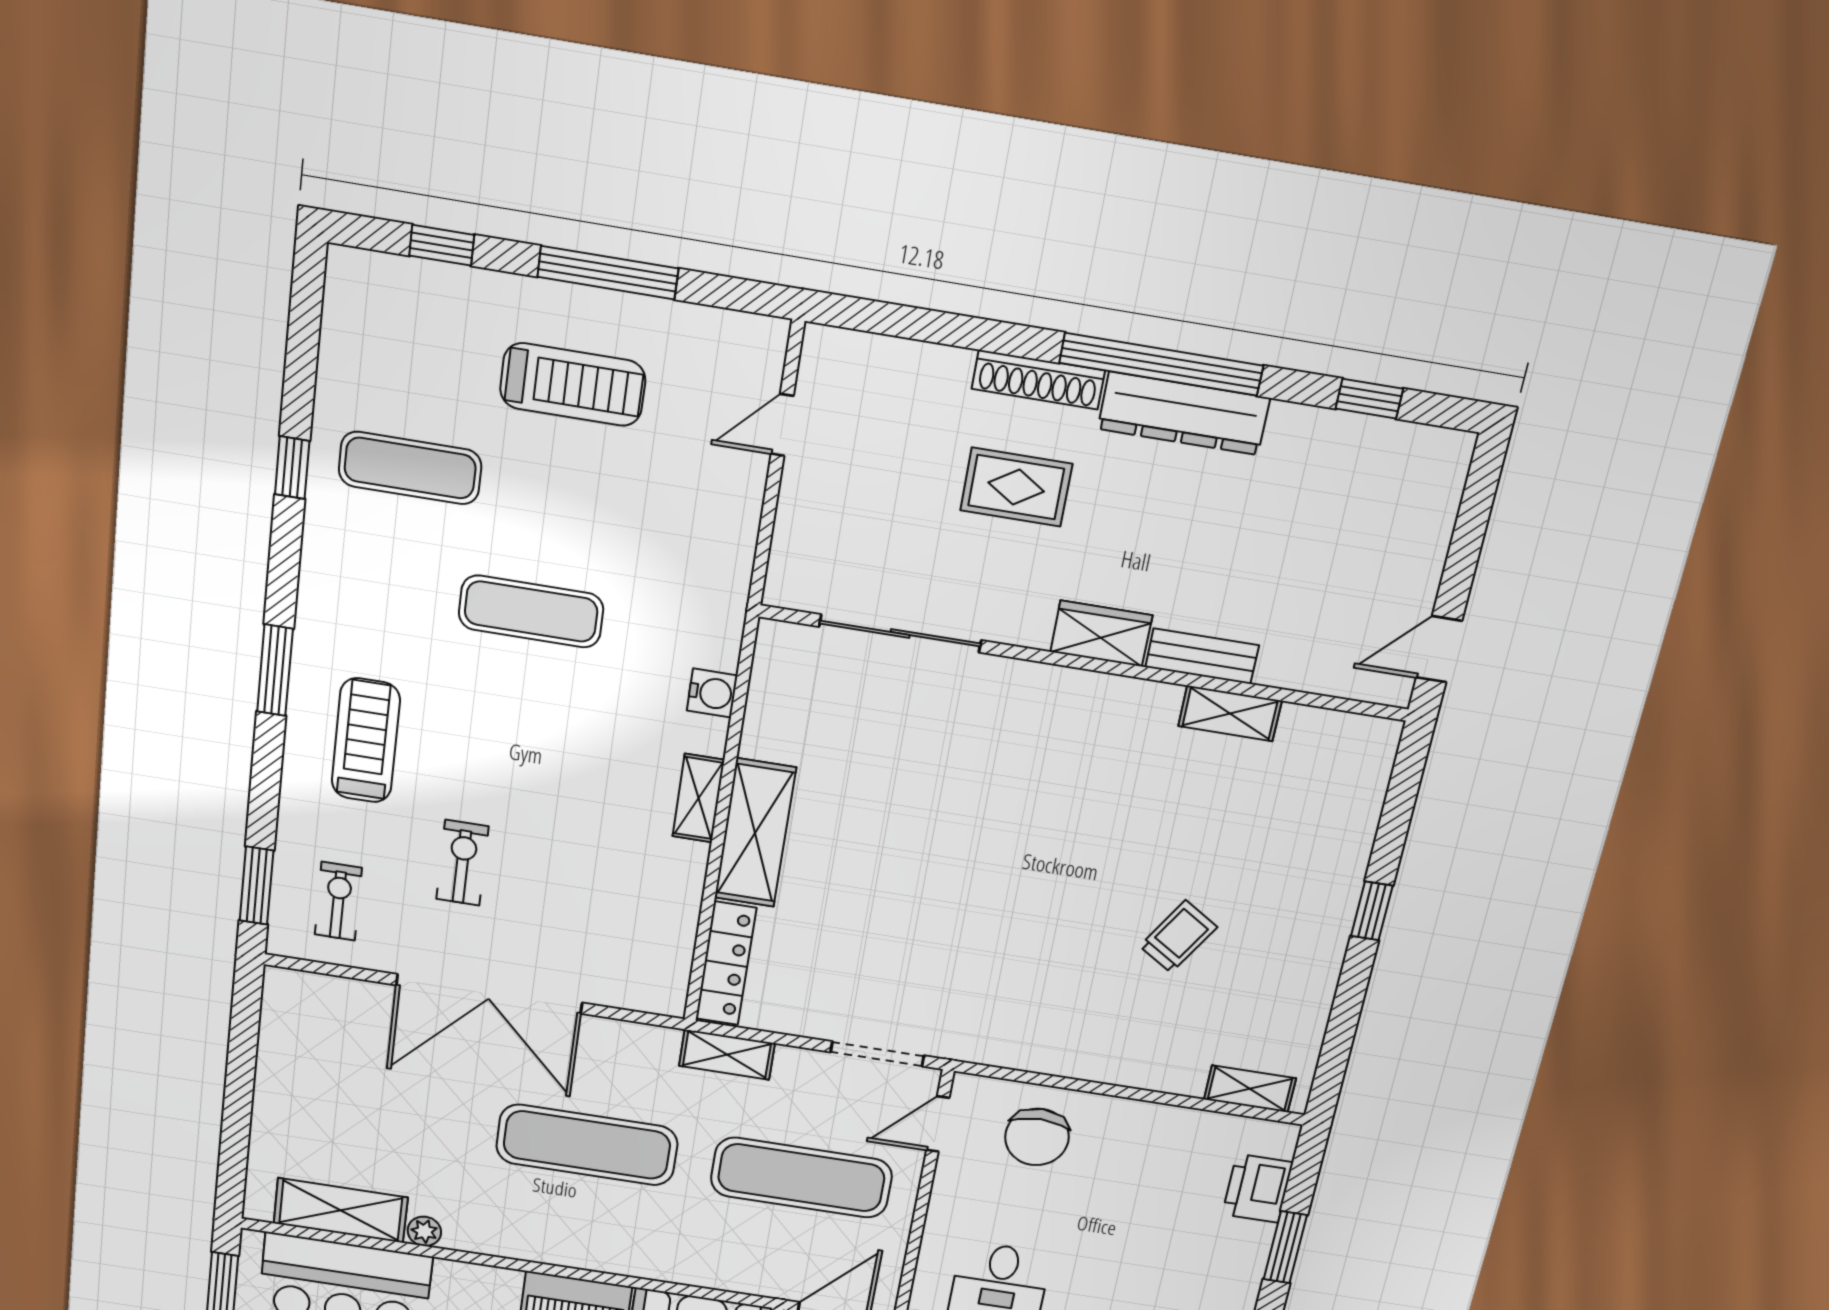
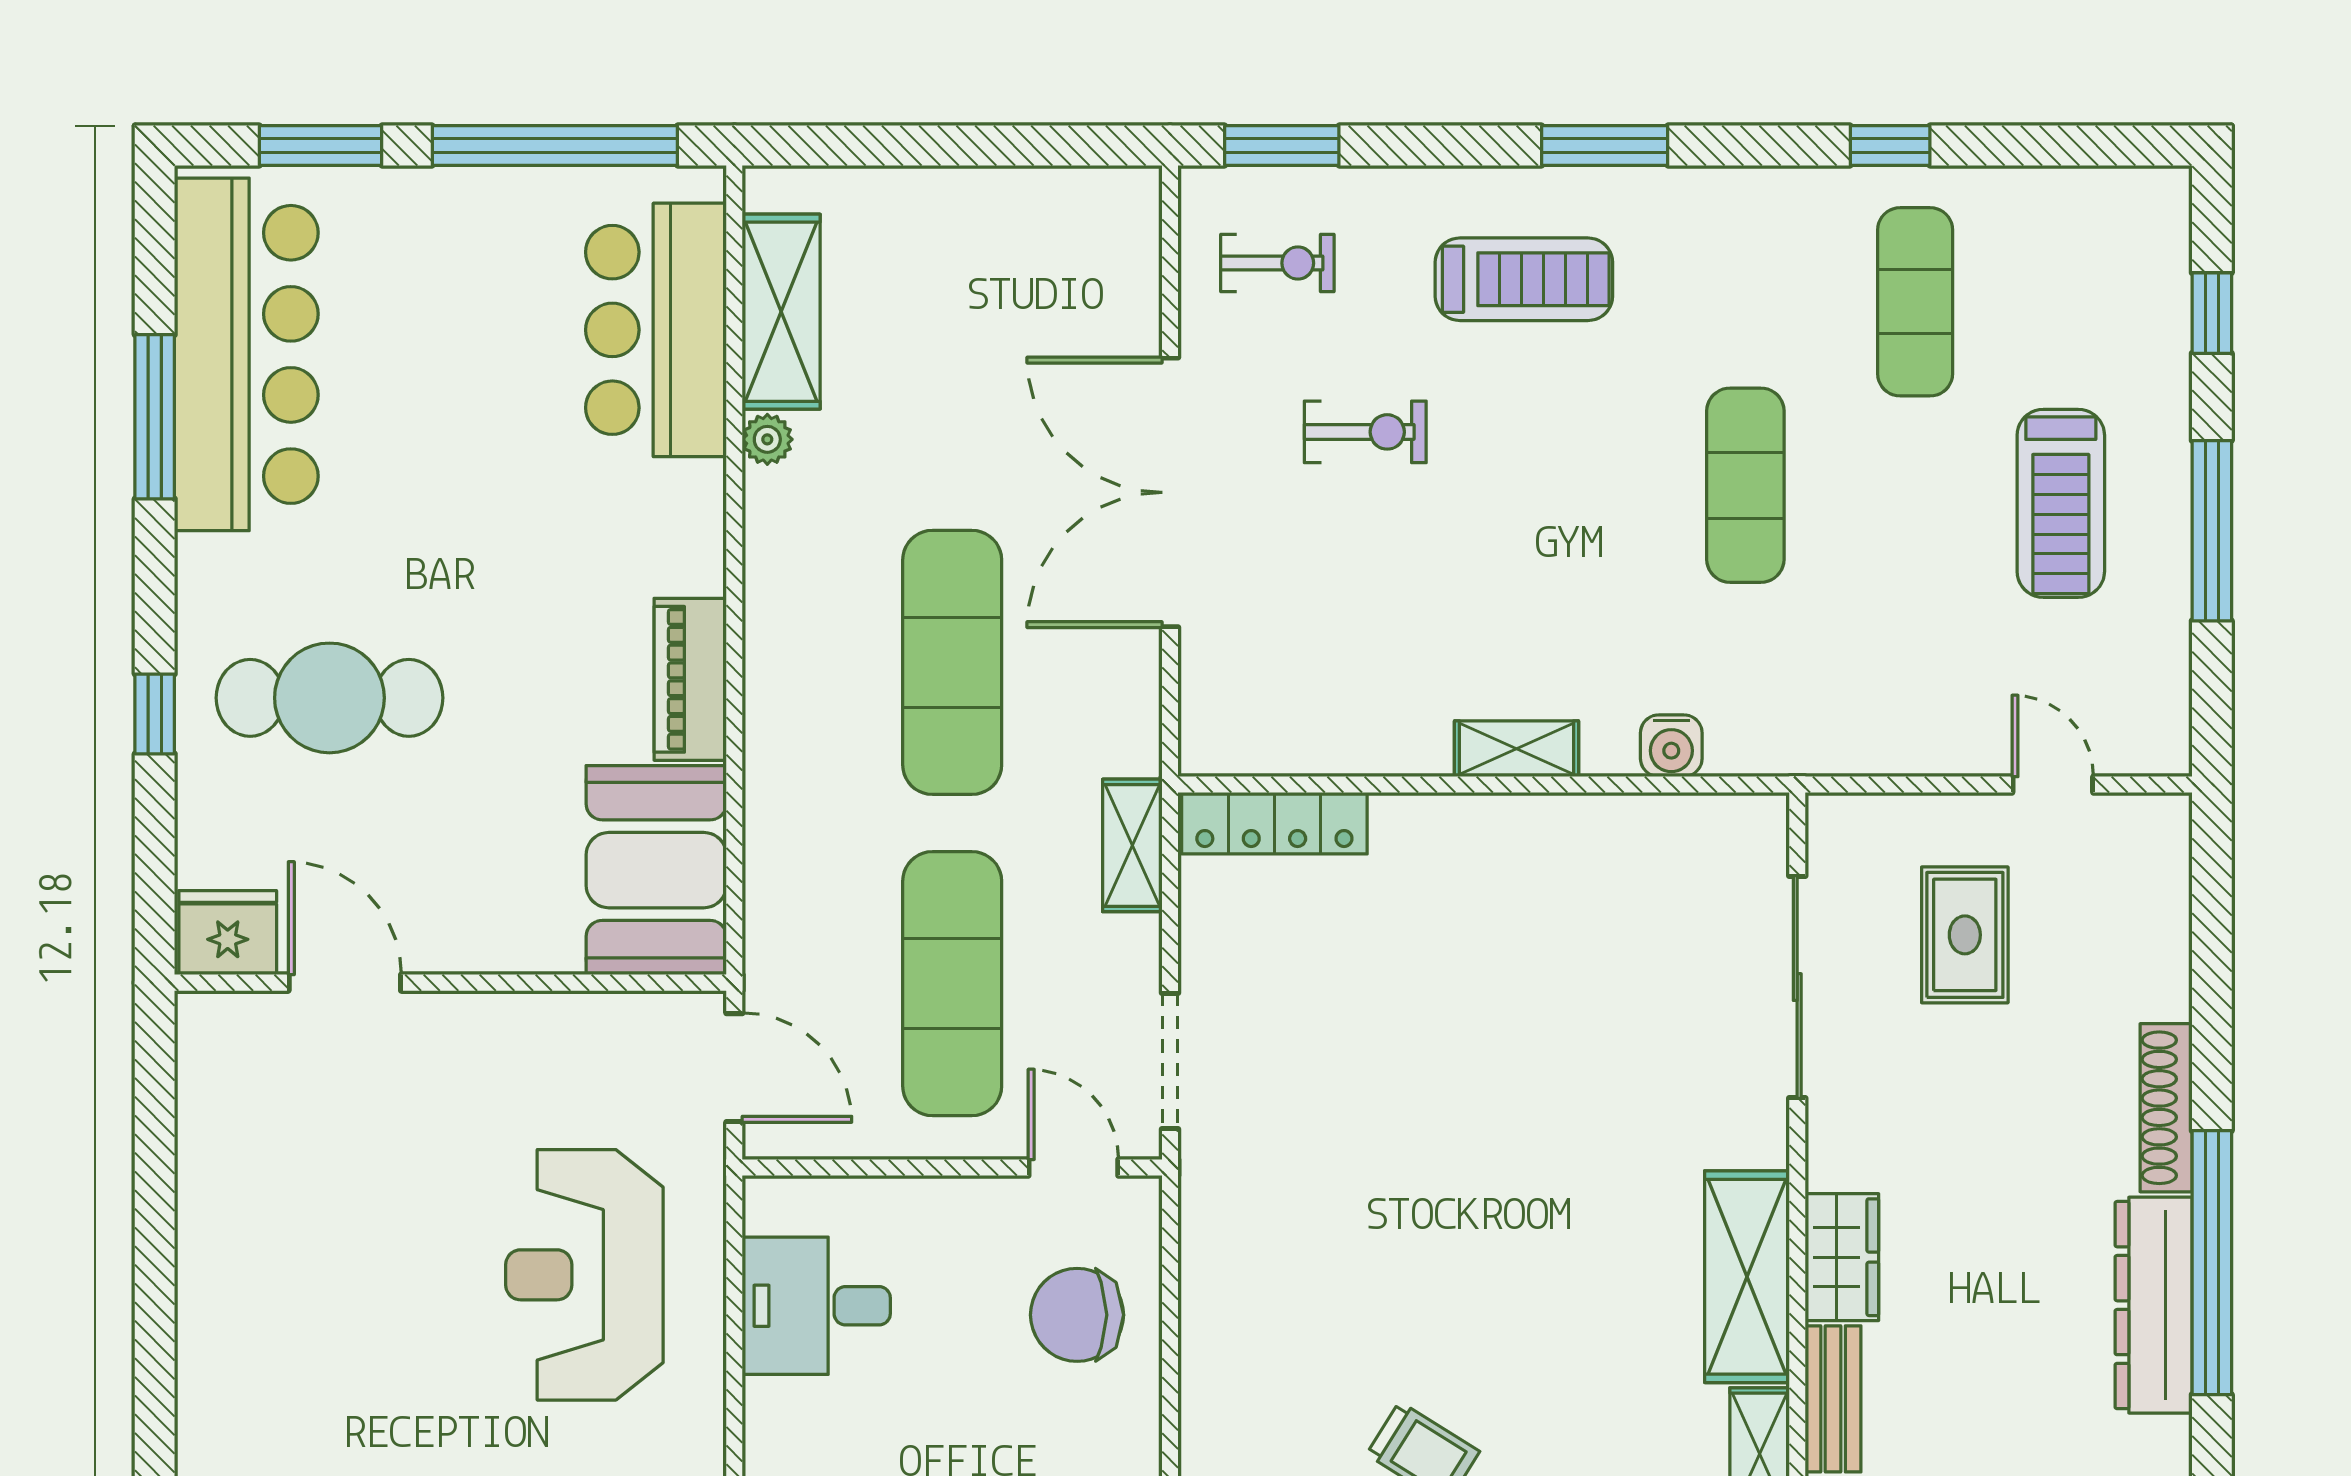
rug: (1016, 487) -> (1965, 935), moved
shelving: (755, 833) -> (1747, 1277), moved, turned 90

